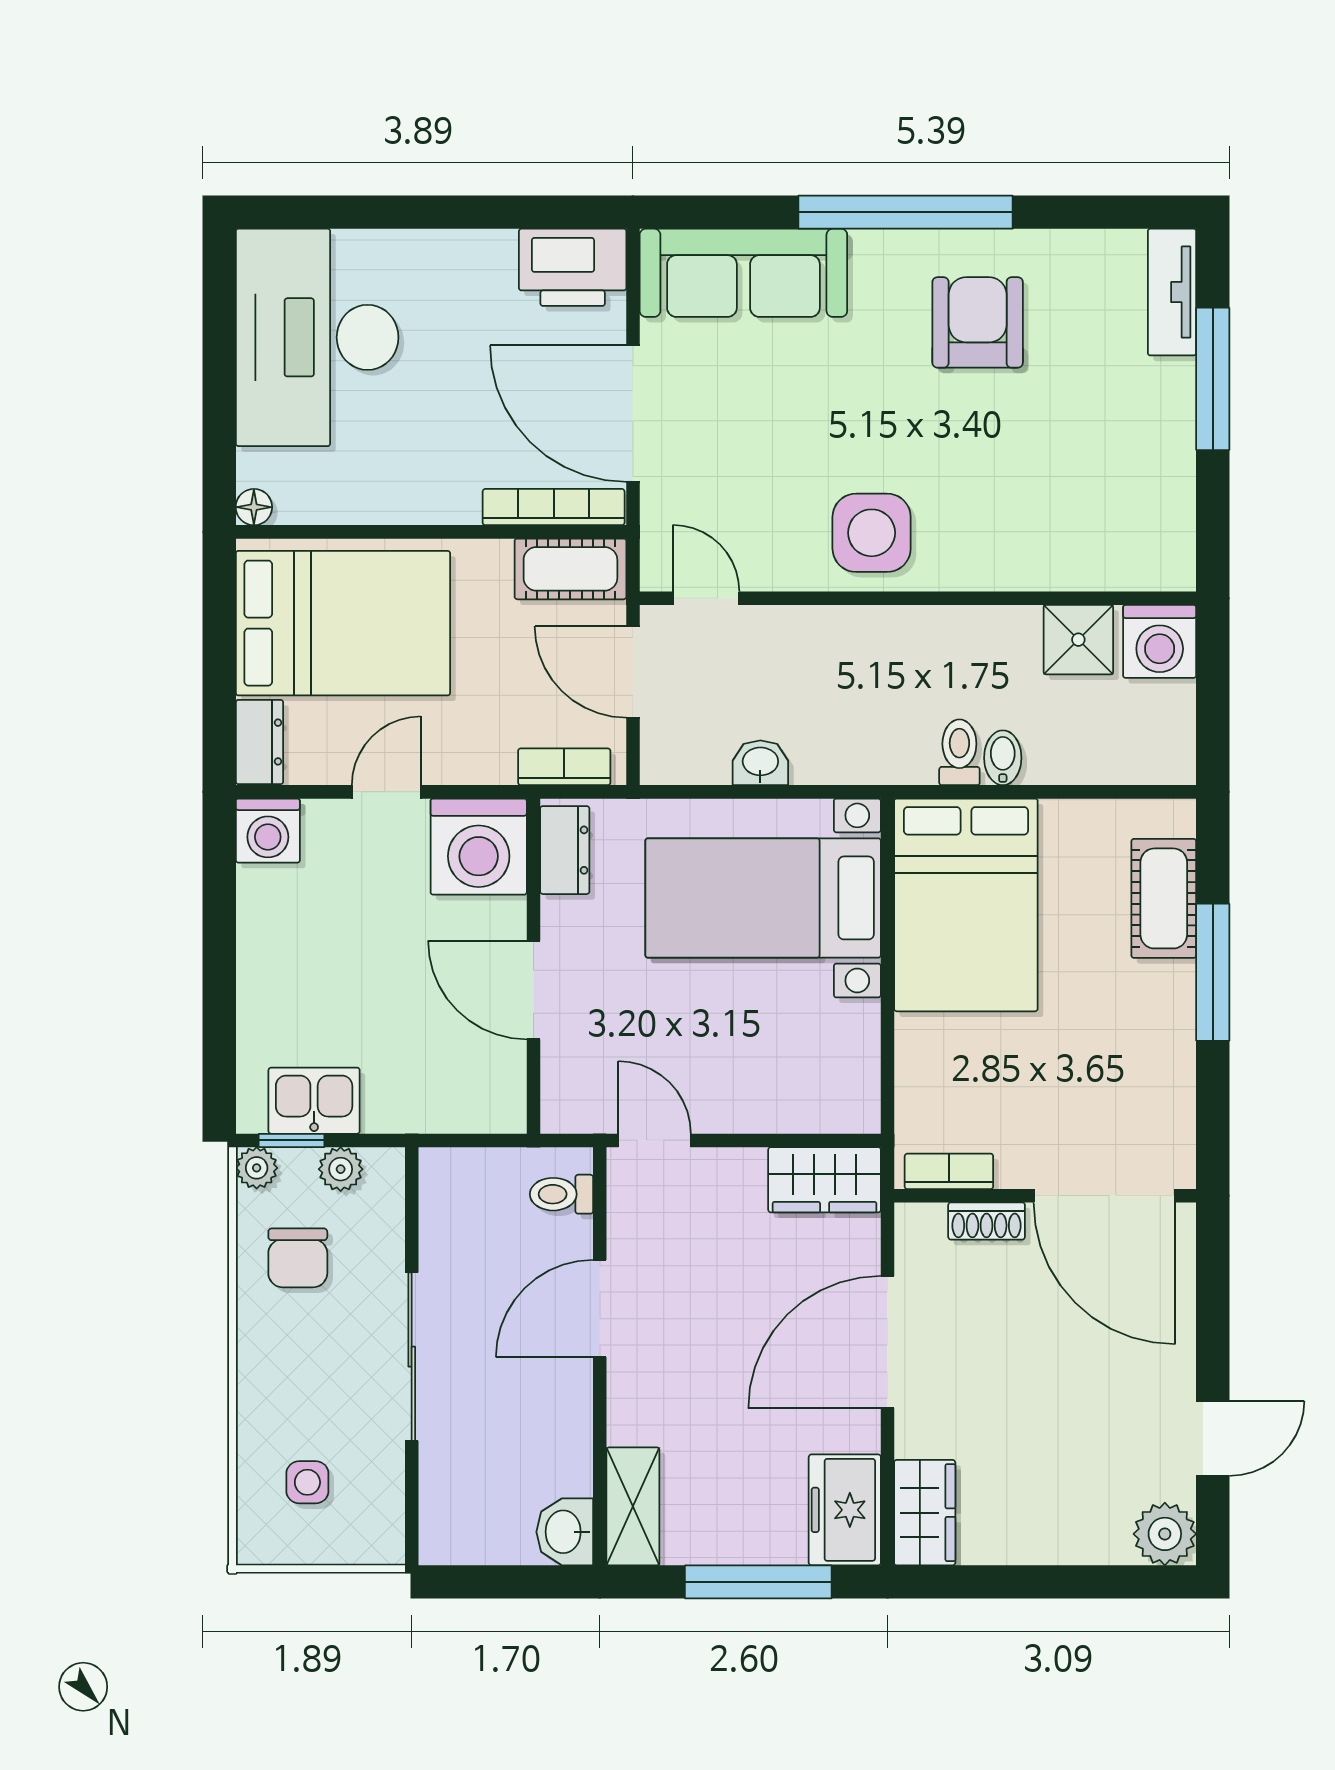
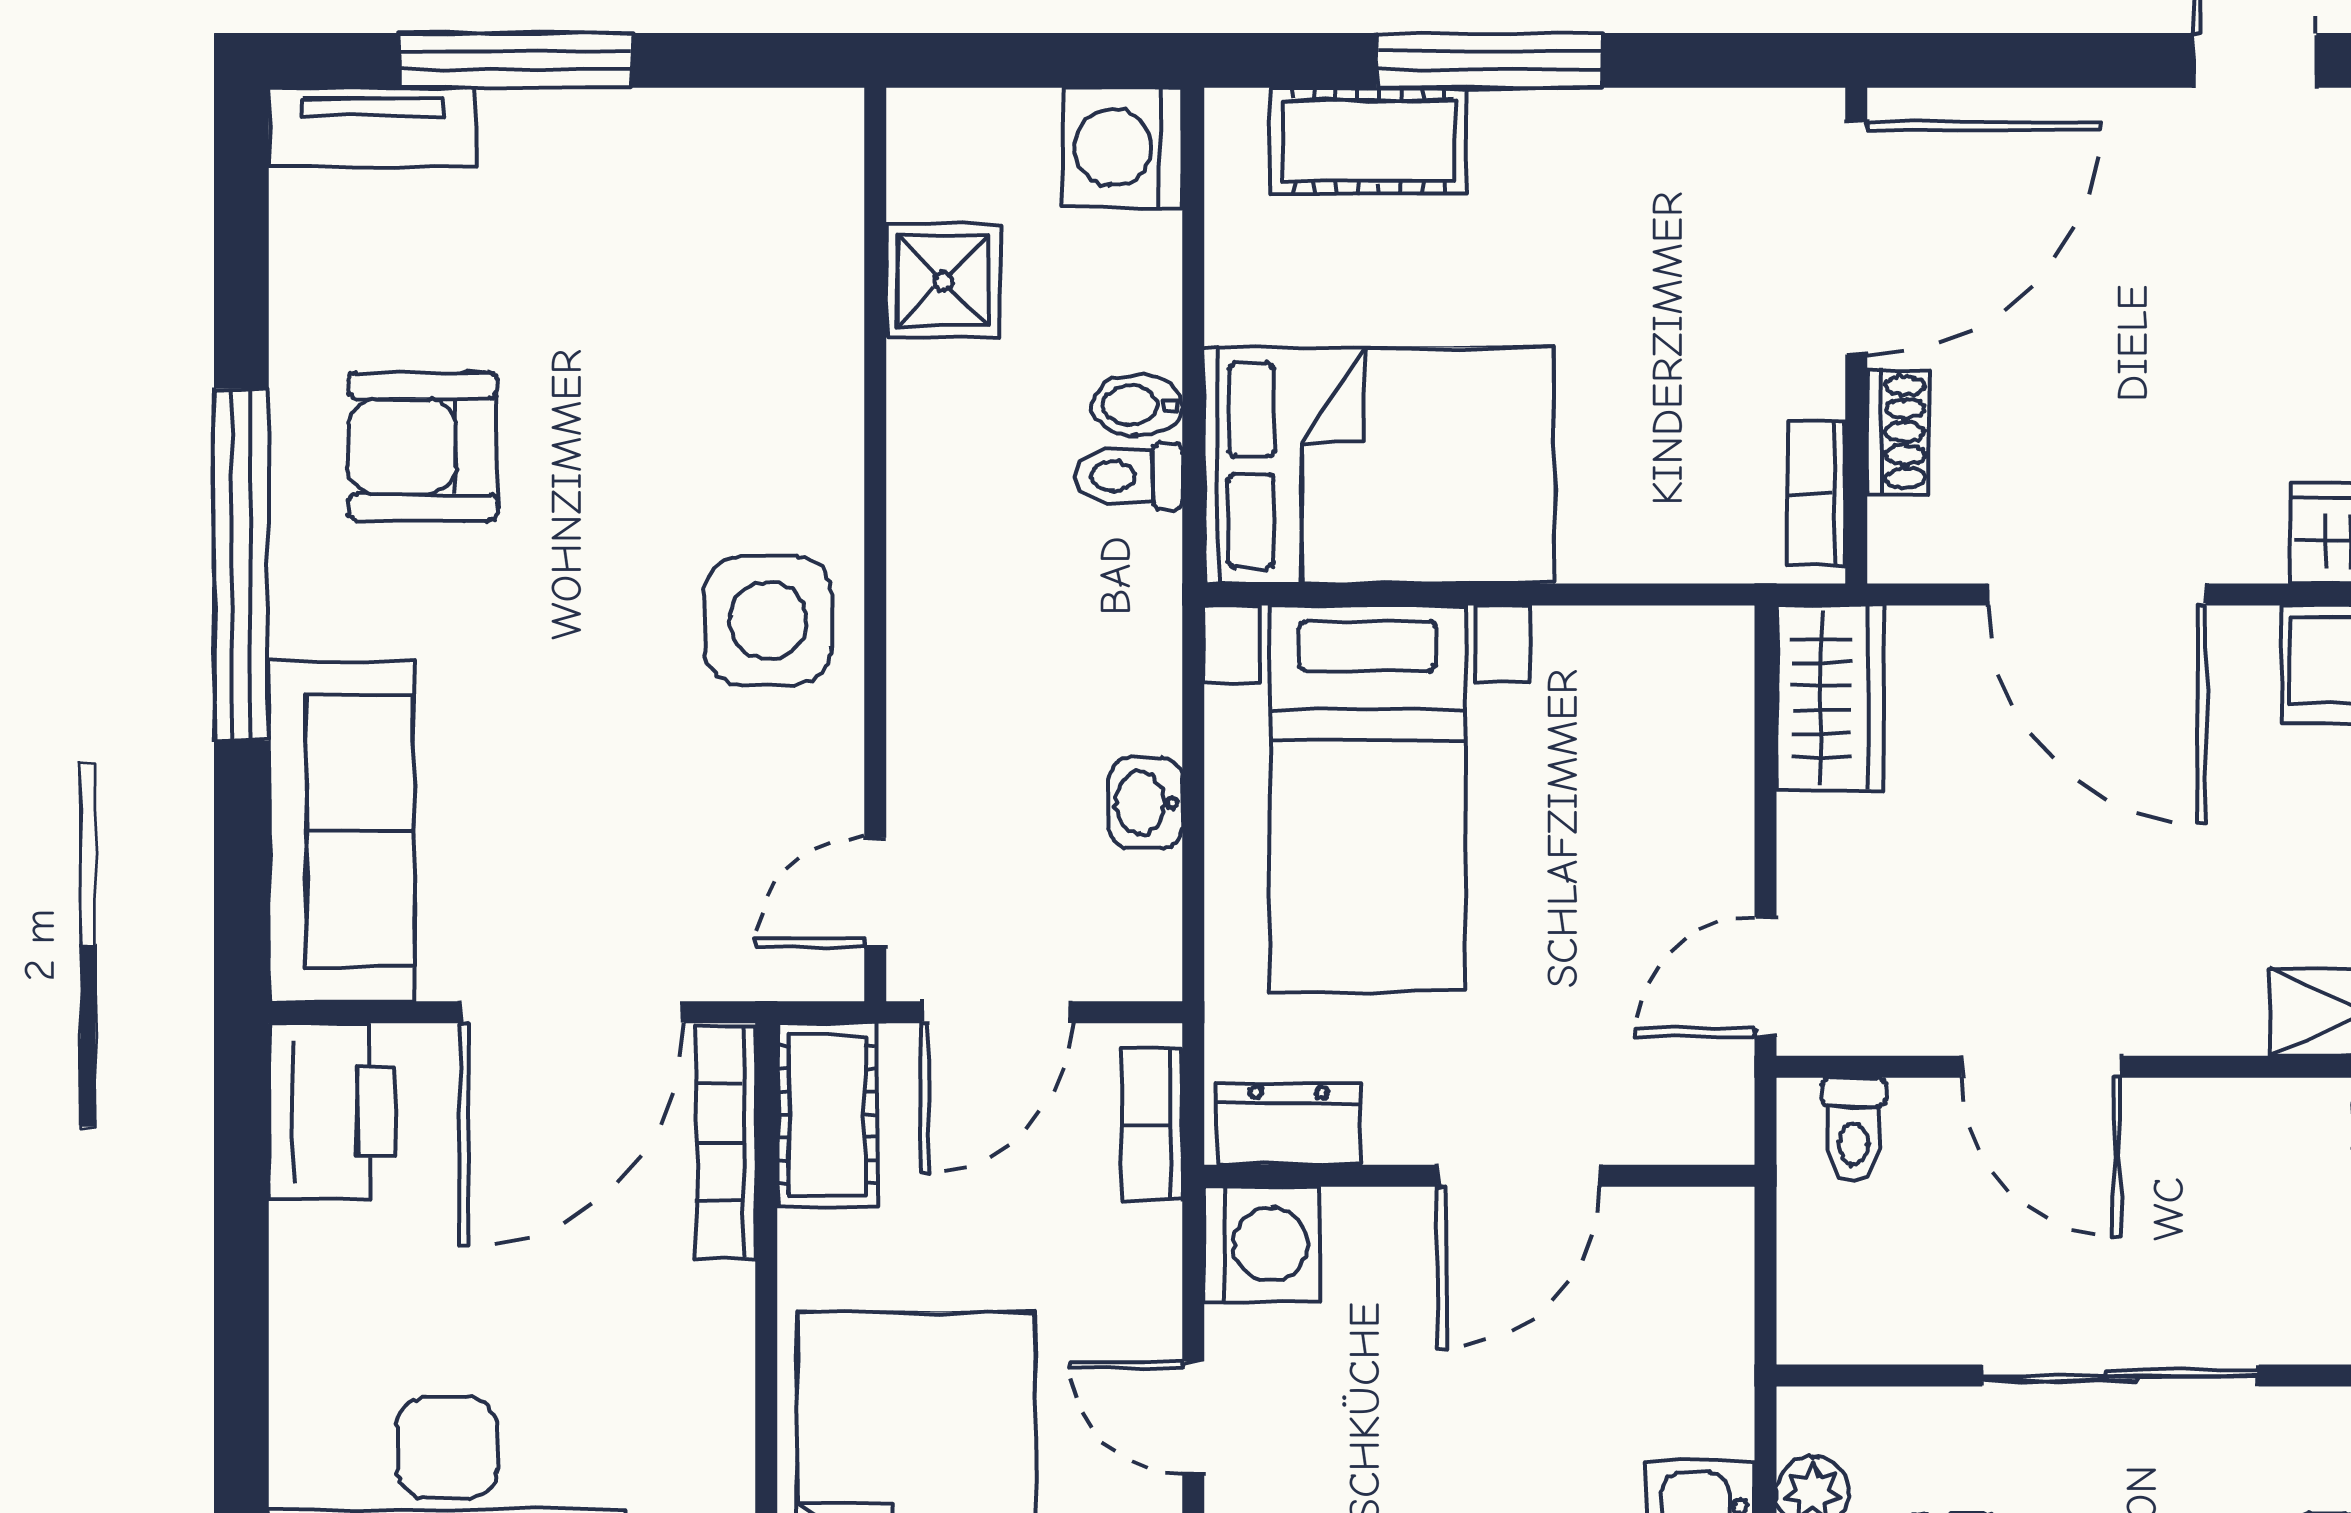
washing machine: (1160, 641) -> (1122, 148), moved, turned 180
washing machine: (479, 847) -> (1262, 1244), width x0.73, depth x0.73

